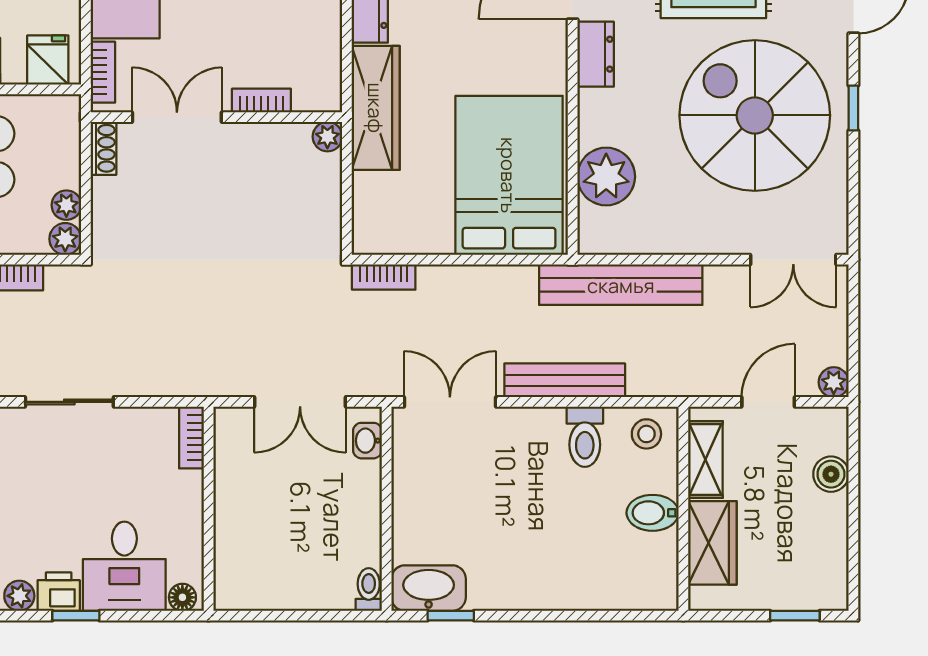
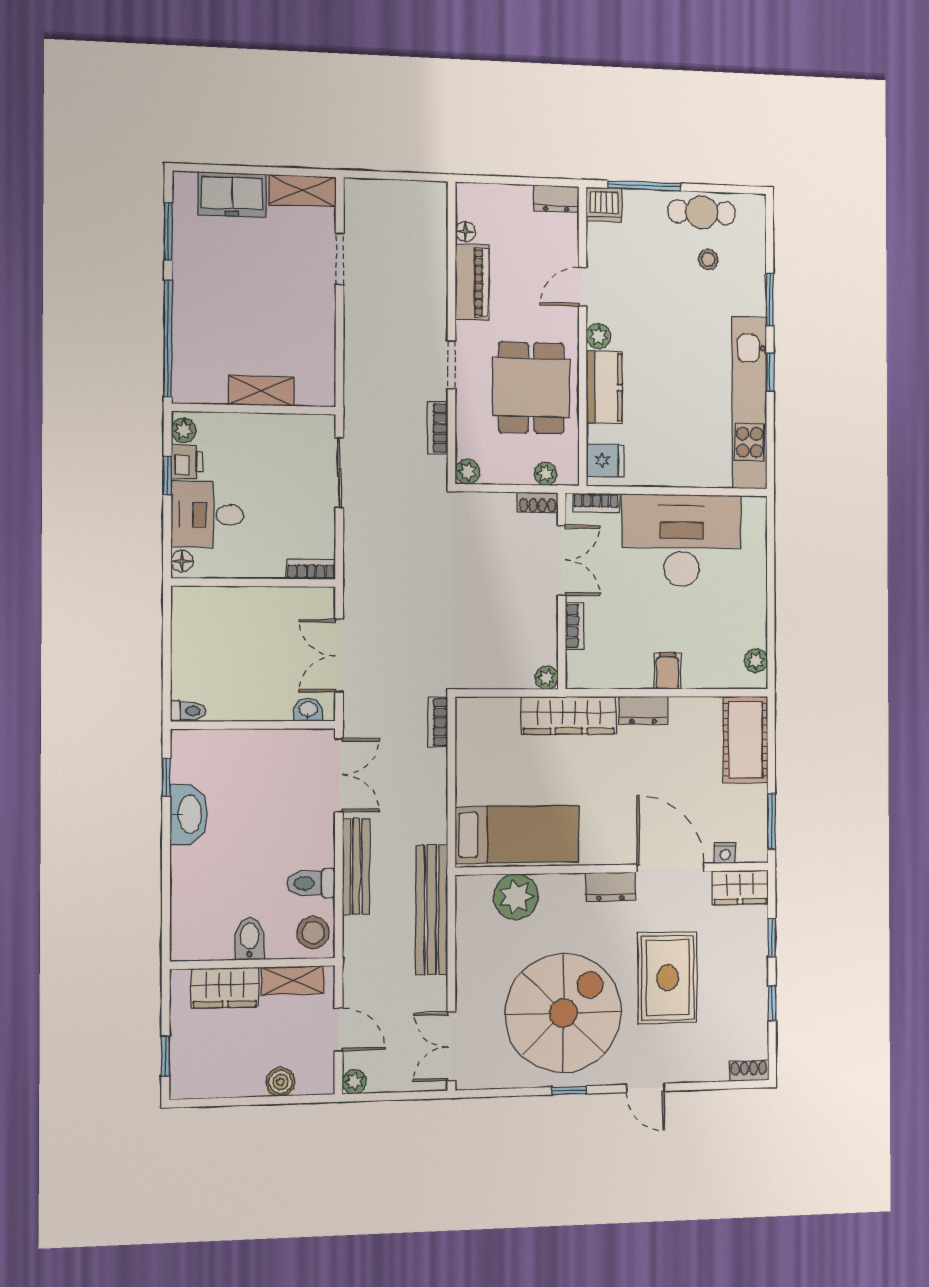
bed: (509, 175) -> (517, 834), width x0.67
plant: (66, 205) -> (546, 474), moved
stool: (646, 434) -> (313, 933), width x1.37, depth x1.37
washbasin: (429, 588) -> (189, 814), moved

